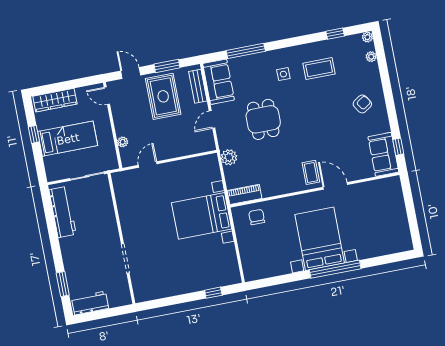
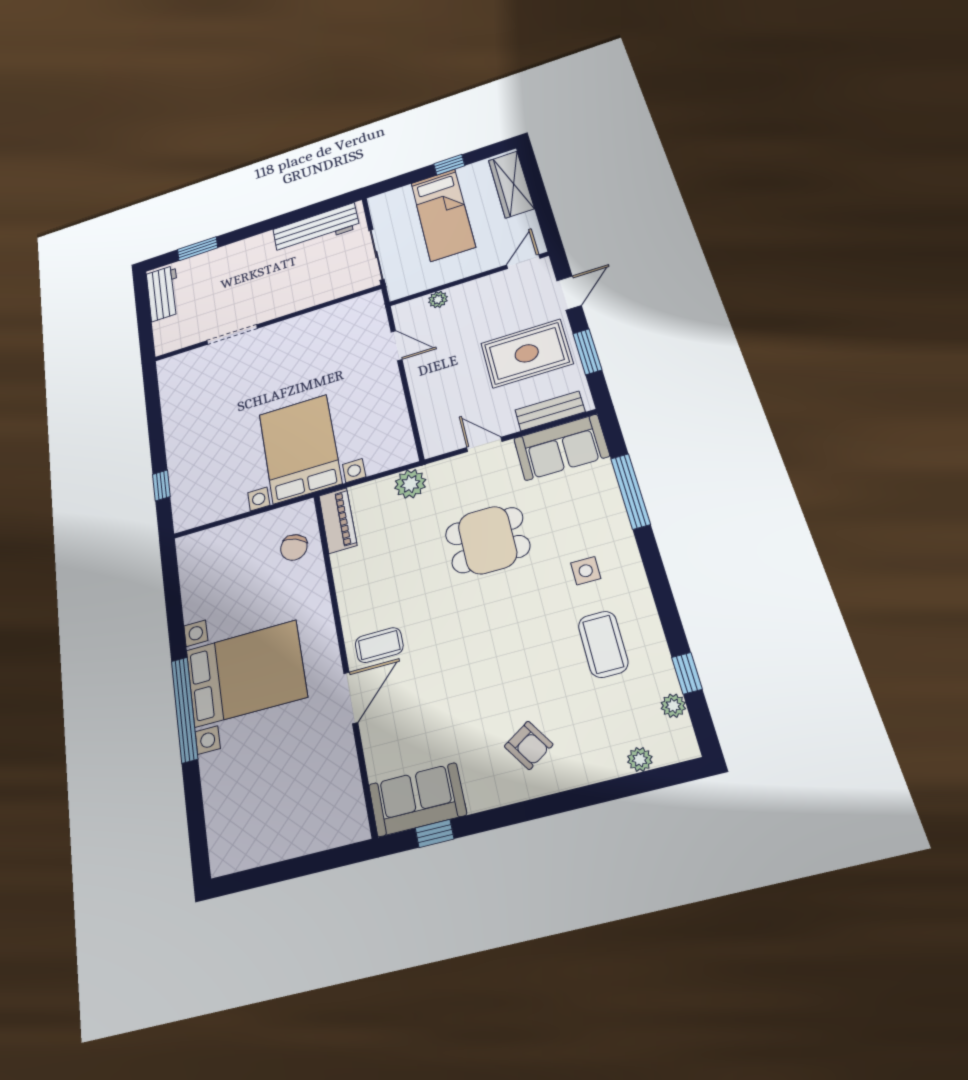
plant: (367, 37) -> (673, 706), moved
chair: (257, 217) -> (294, 547), turned 112

